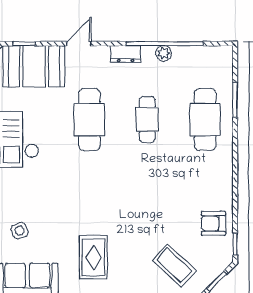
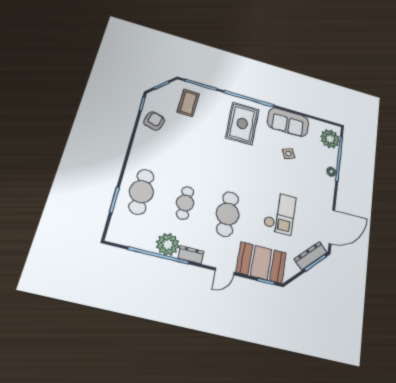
plant: (164, 53) -> (168, 244), width x1.88, depth x1.88
armchair: (213, 223) -> (154, 121), turned -74
rug: (93, 257) -> (242, 124), width x1.36, depth x1.43
coffee table: (174, 266) -> (188, 103), turned 49

